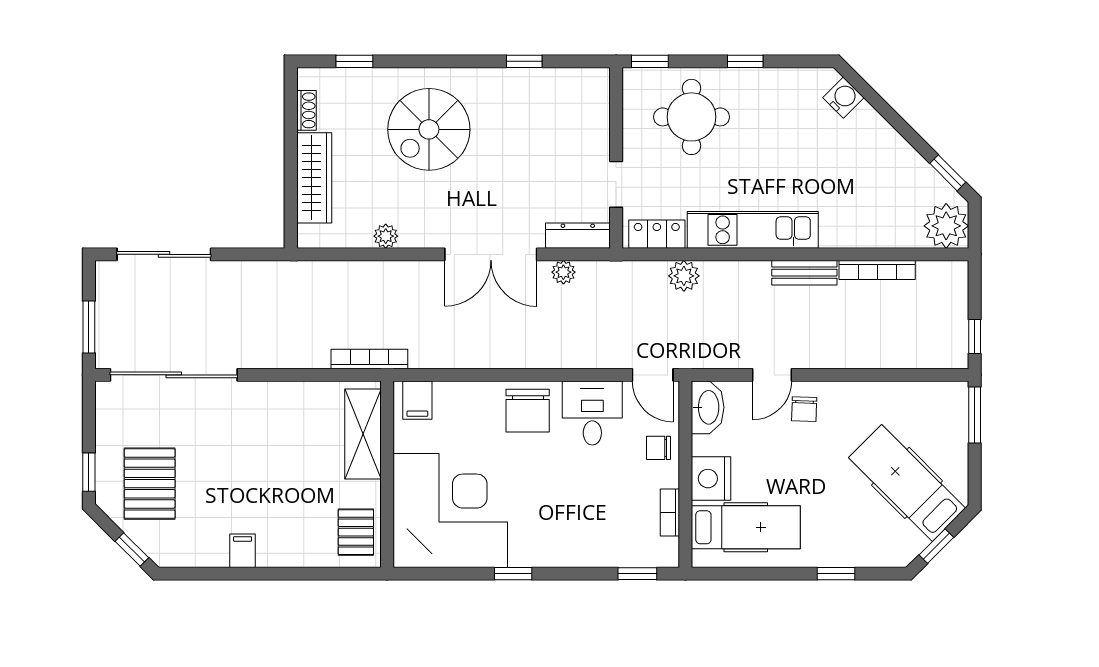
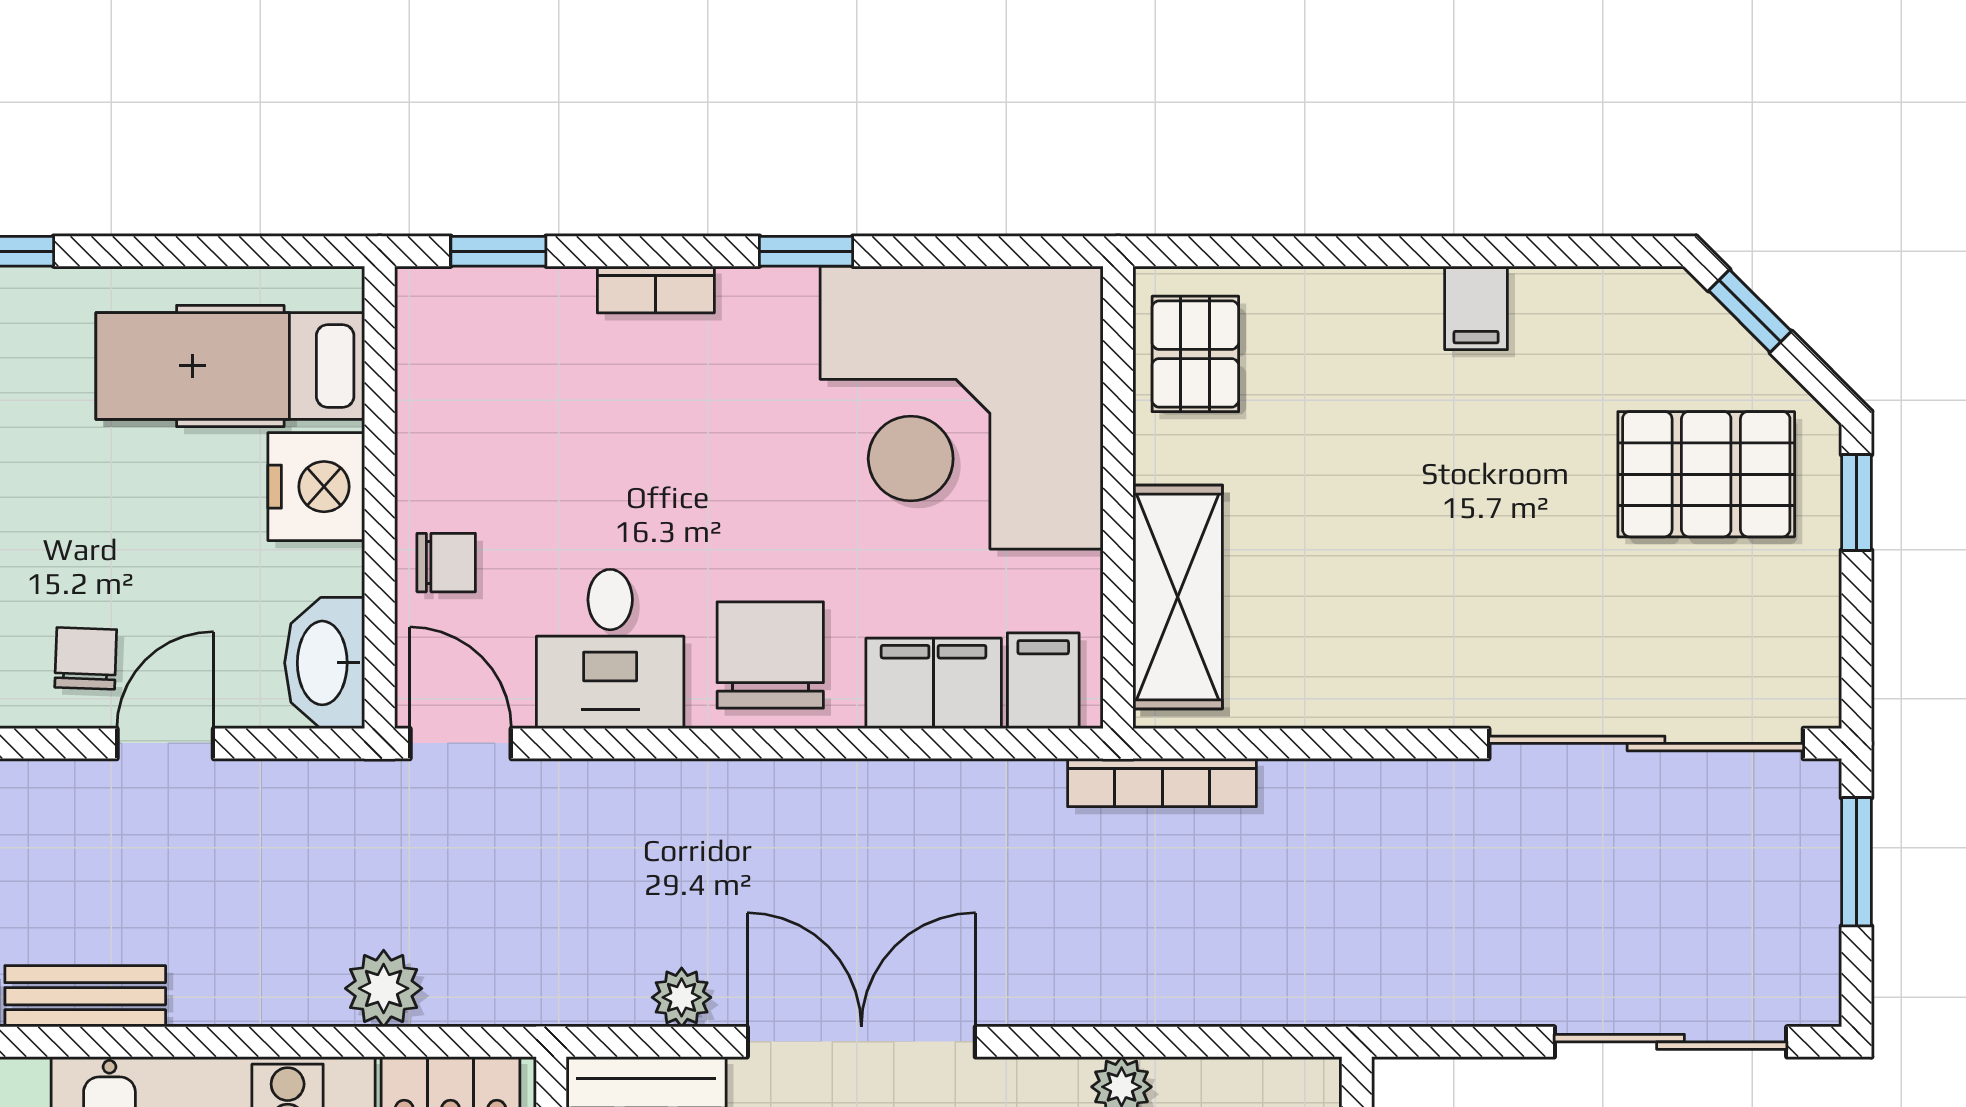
filing cabinet: (462, 399) -> (934, 683), added
pallet: (150, 484) -> (1706, 474), turned 90
bookcase: (670, 513) -> (656, 289), moved, turned 90

